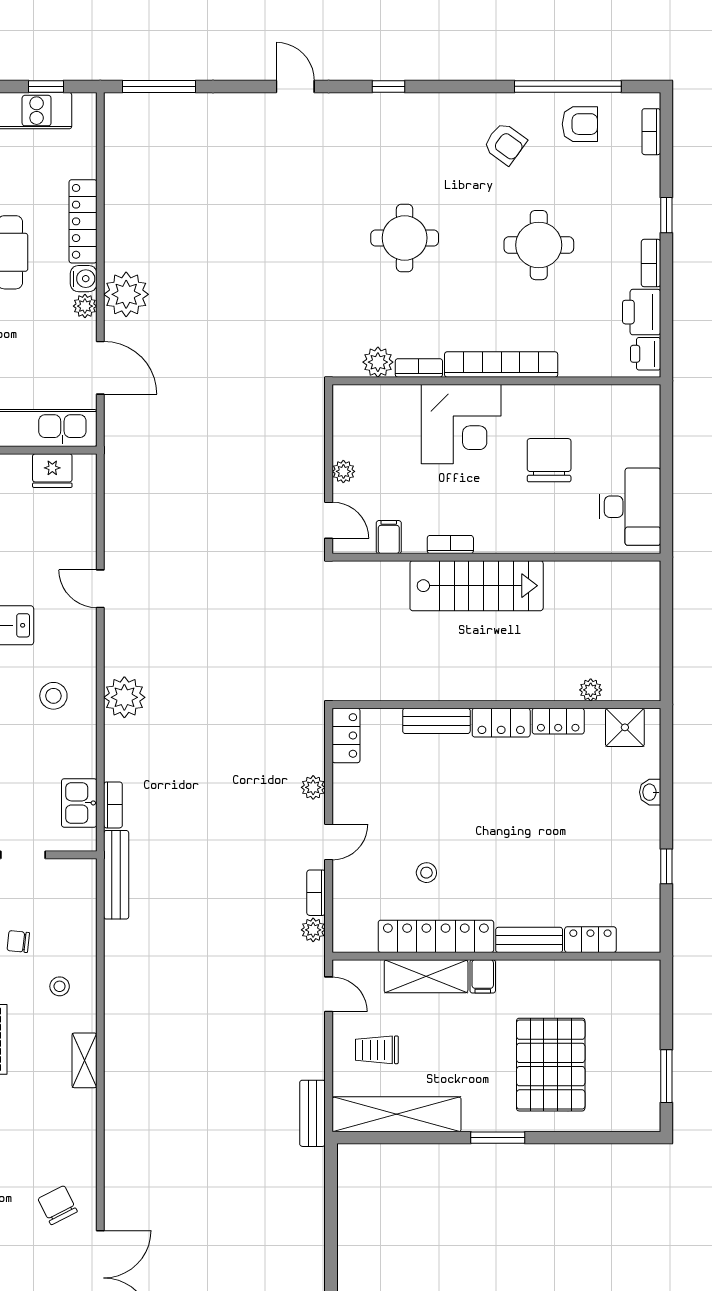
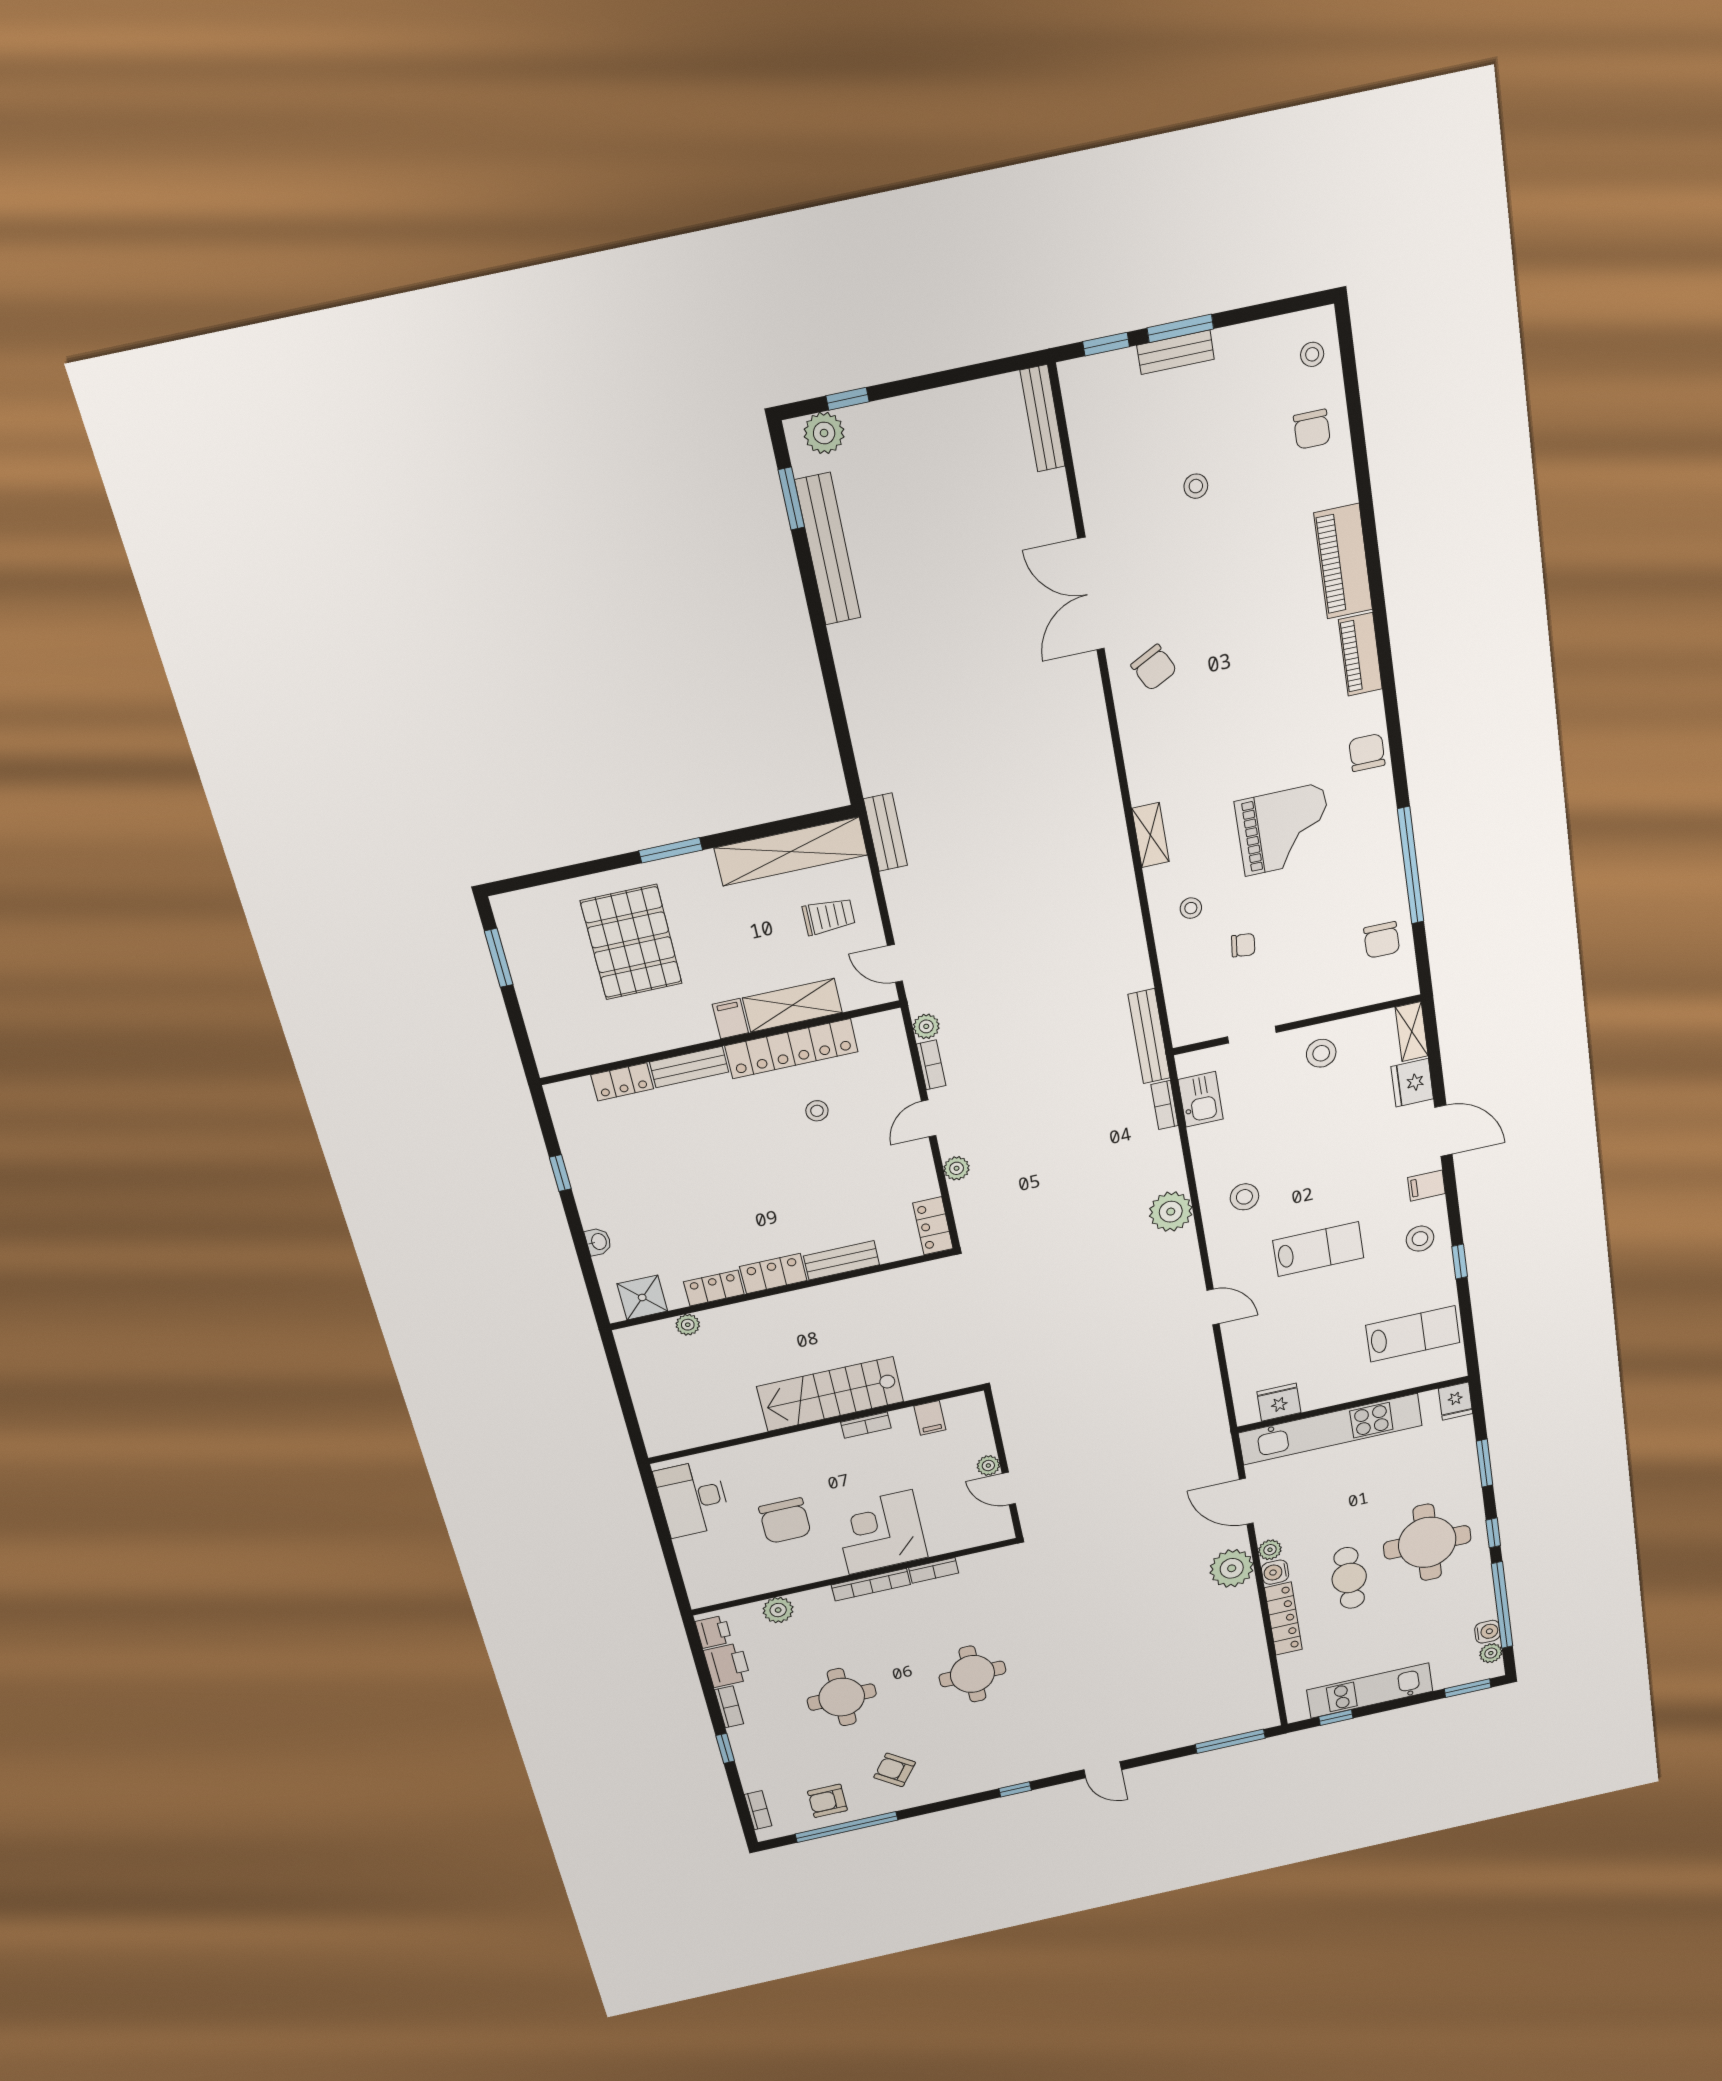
plant: (378, 362) -> (778, 1610), moved
bookcase: (501, 365) -> (871, 1585), width x0.68, depth x0.76
door: (329, 520) -> (1009, 1489), moved

